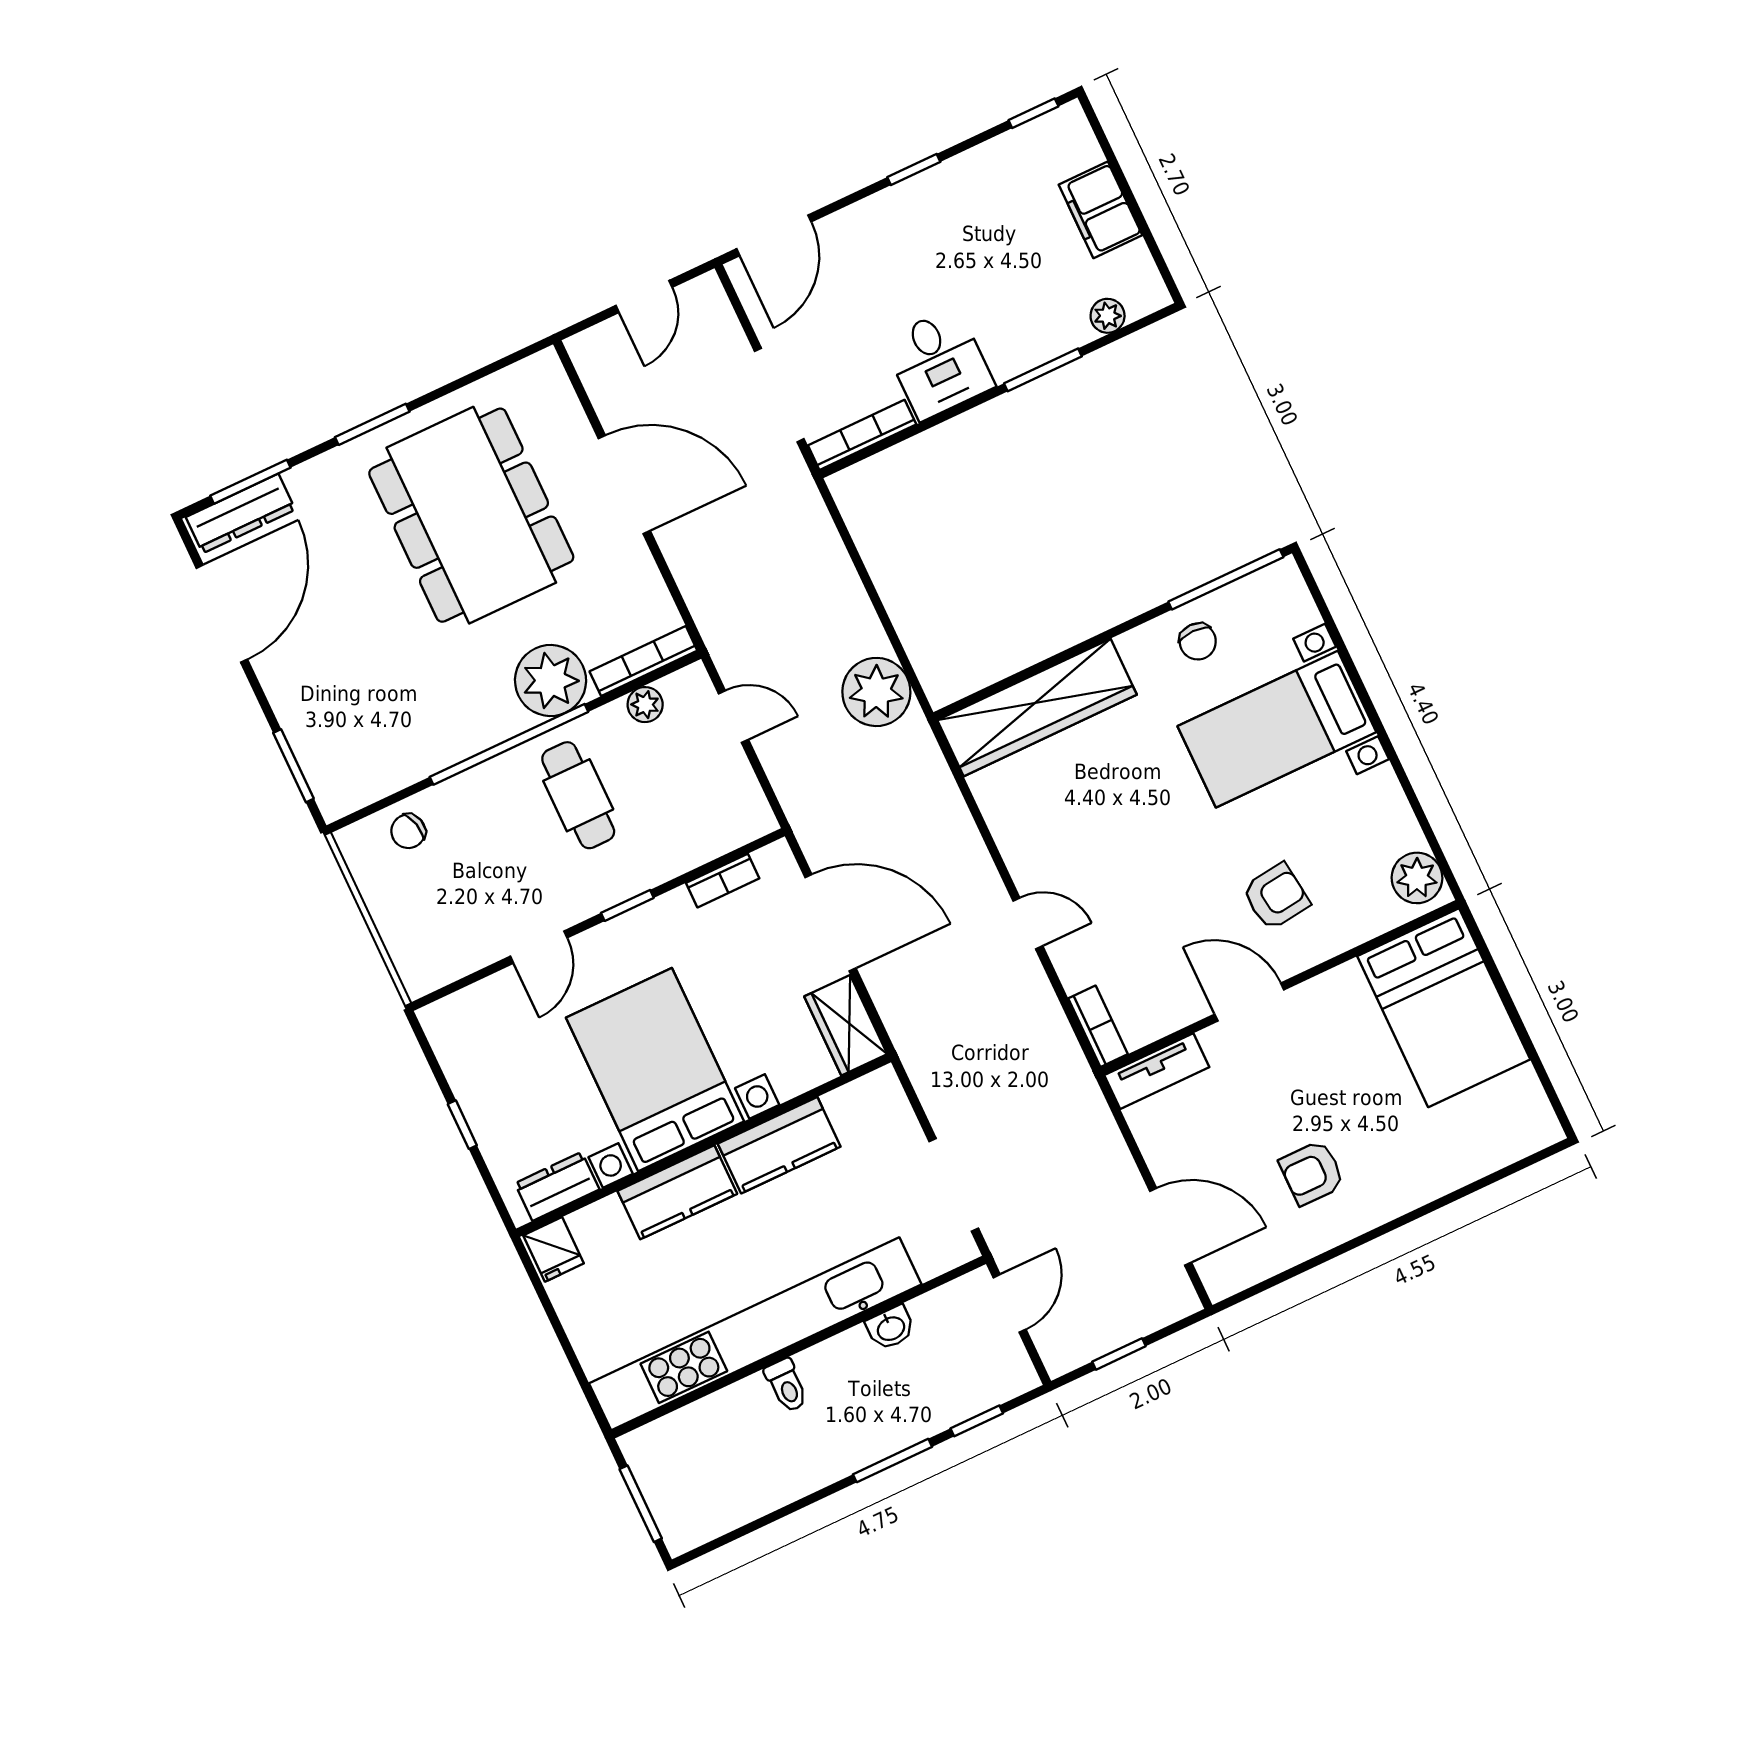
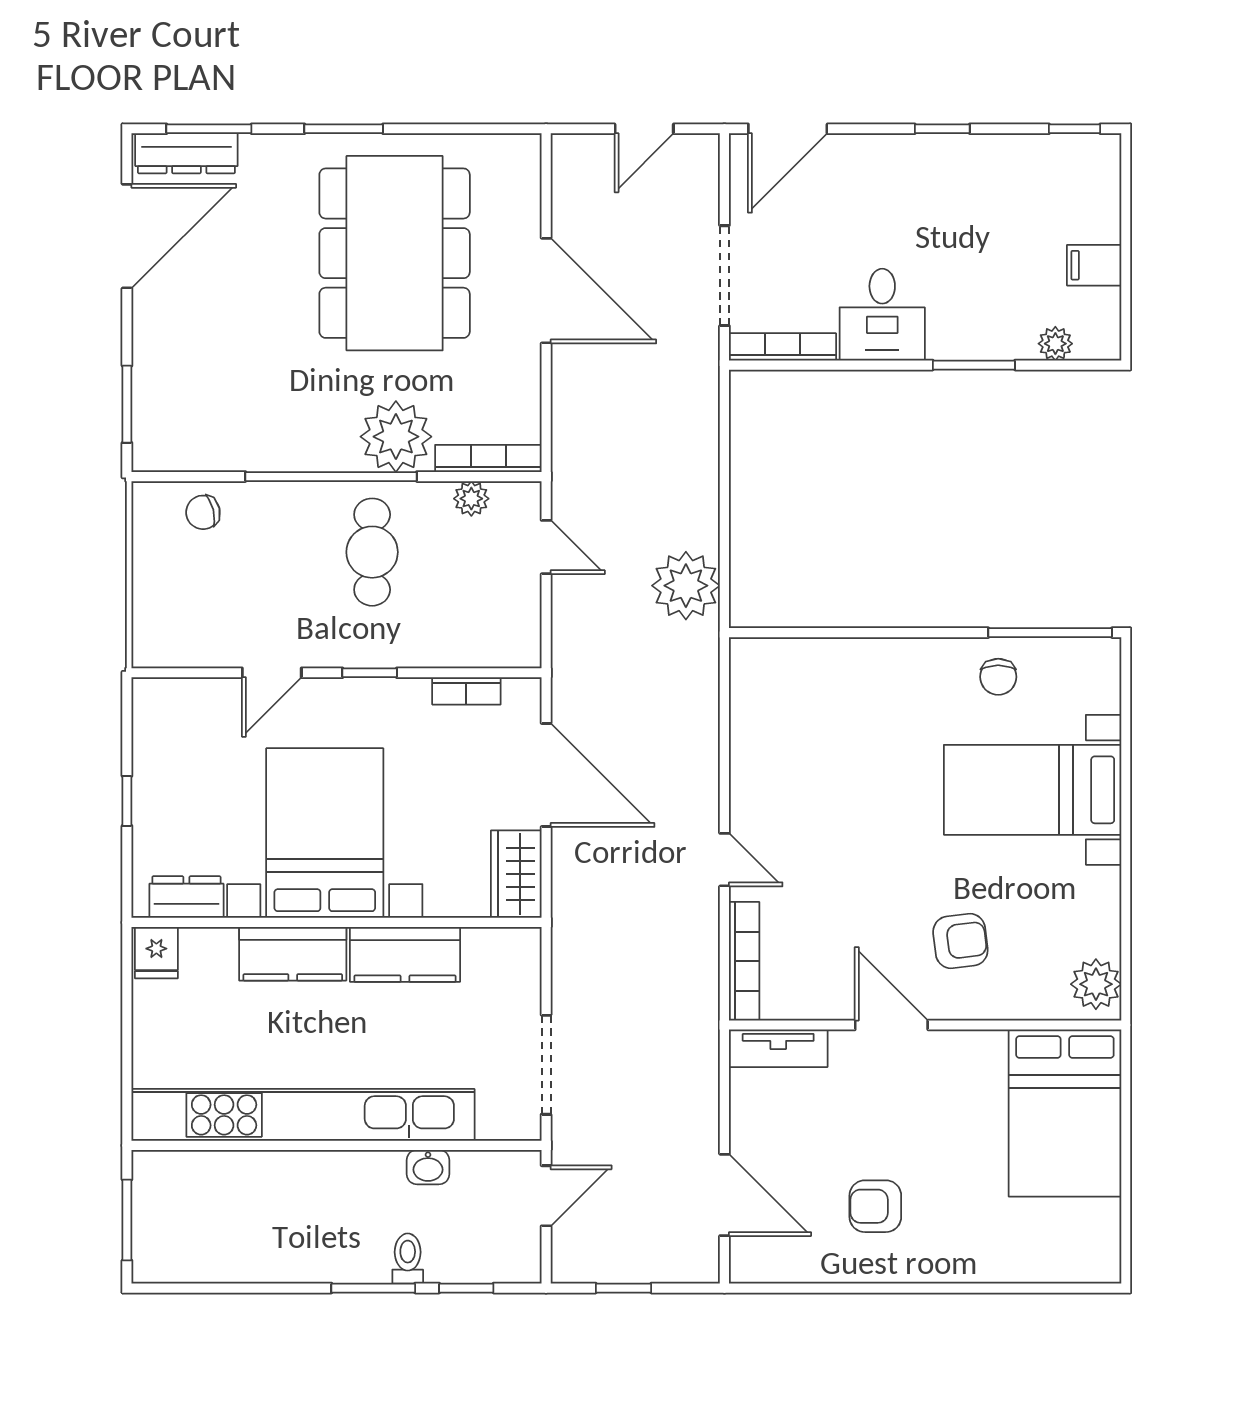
filing cabinet: (1101, 210) -> (1094, 265), width x0.50
wardrobe: (1037, 707) -> (825, 668), removed
bookcase: (1098, 1026) -> (744, 961), width x1.56
toilet: (786, 1385) -> (408, 1259), moved, turned 180

